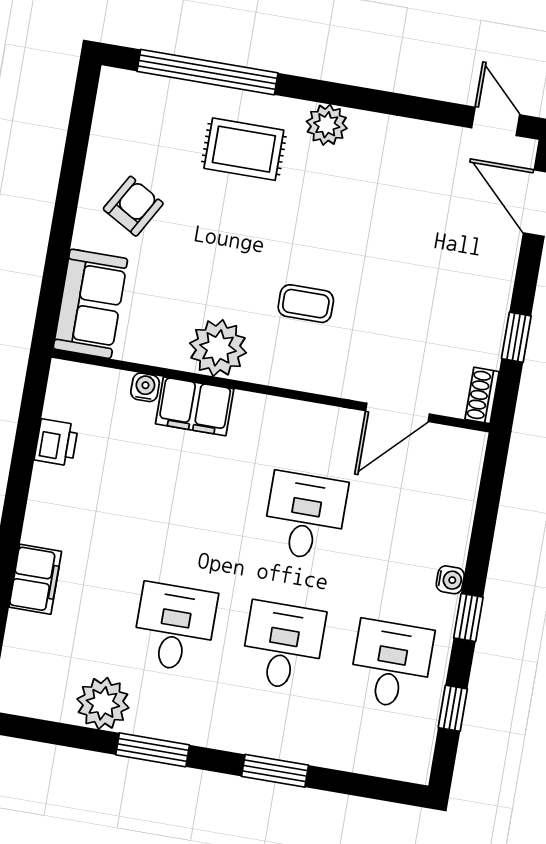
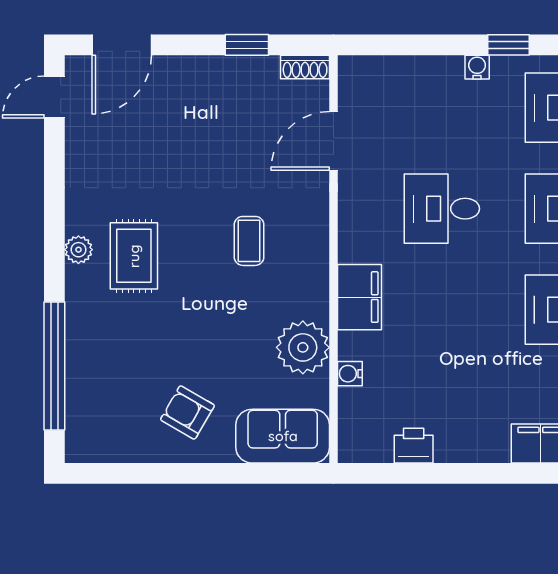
plant: (327, 125) -> (78, 250), width x0.73, depth x0.73
rug: (244, 149) -> (134, 256), moved
plant: (218, 348) -> (303, 347), moved
filing cabinet: (195, 406) -> (359, 297), moved
door: (397, 412) -> (333, 141), swing flipped

